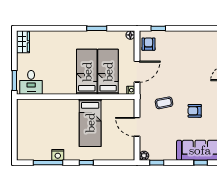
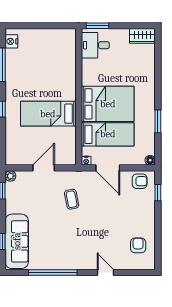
bed: (87, 72) -> (108, 104), width x1.50
armchair: (195, 111) -> (138, 245), moved
nightstand: (58, 155) -> (11, 41), moved

